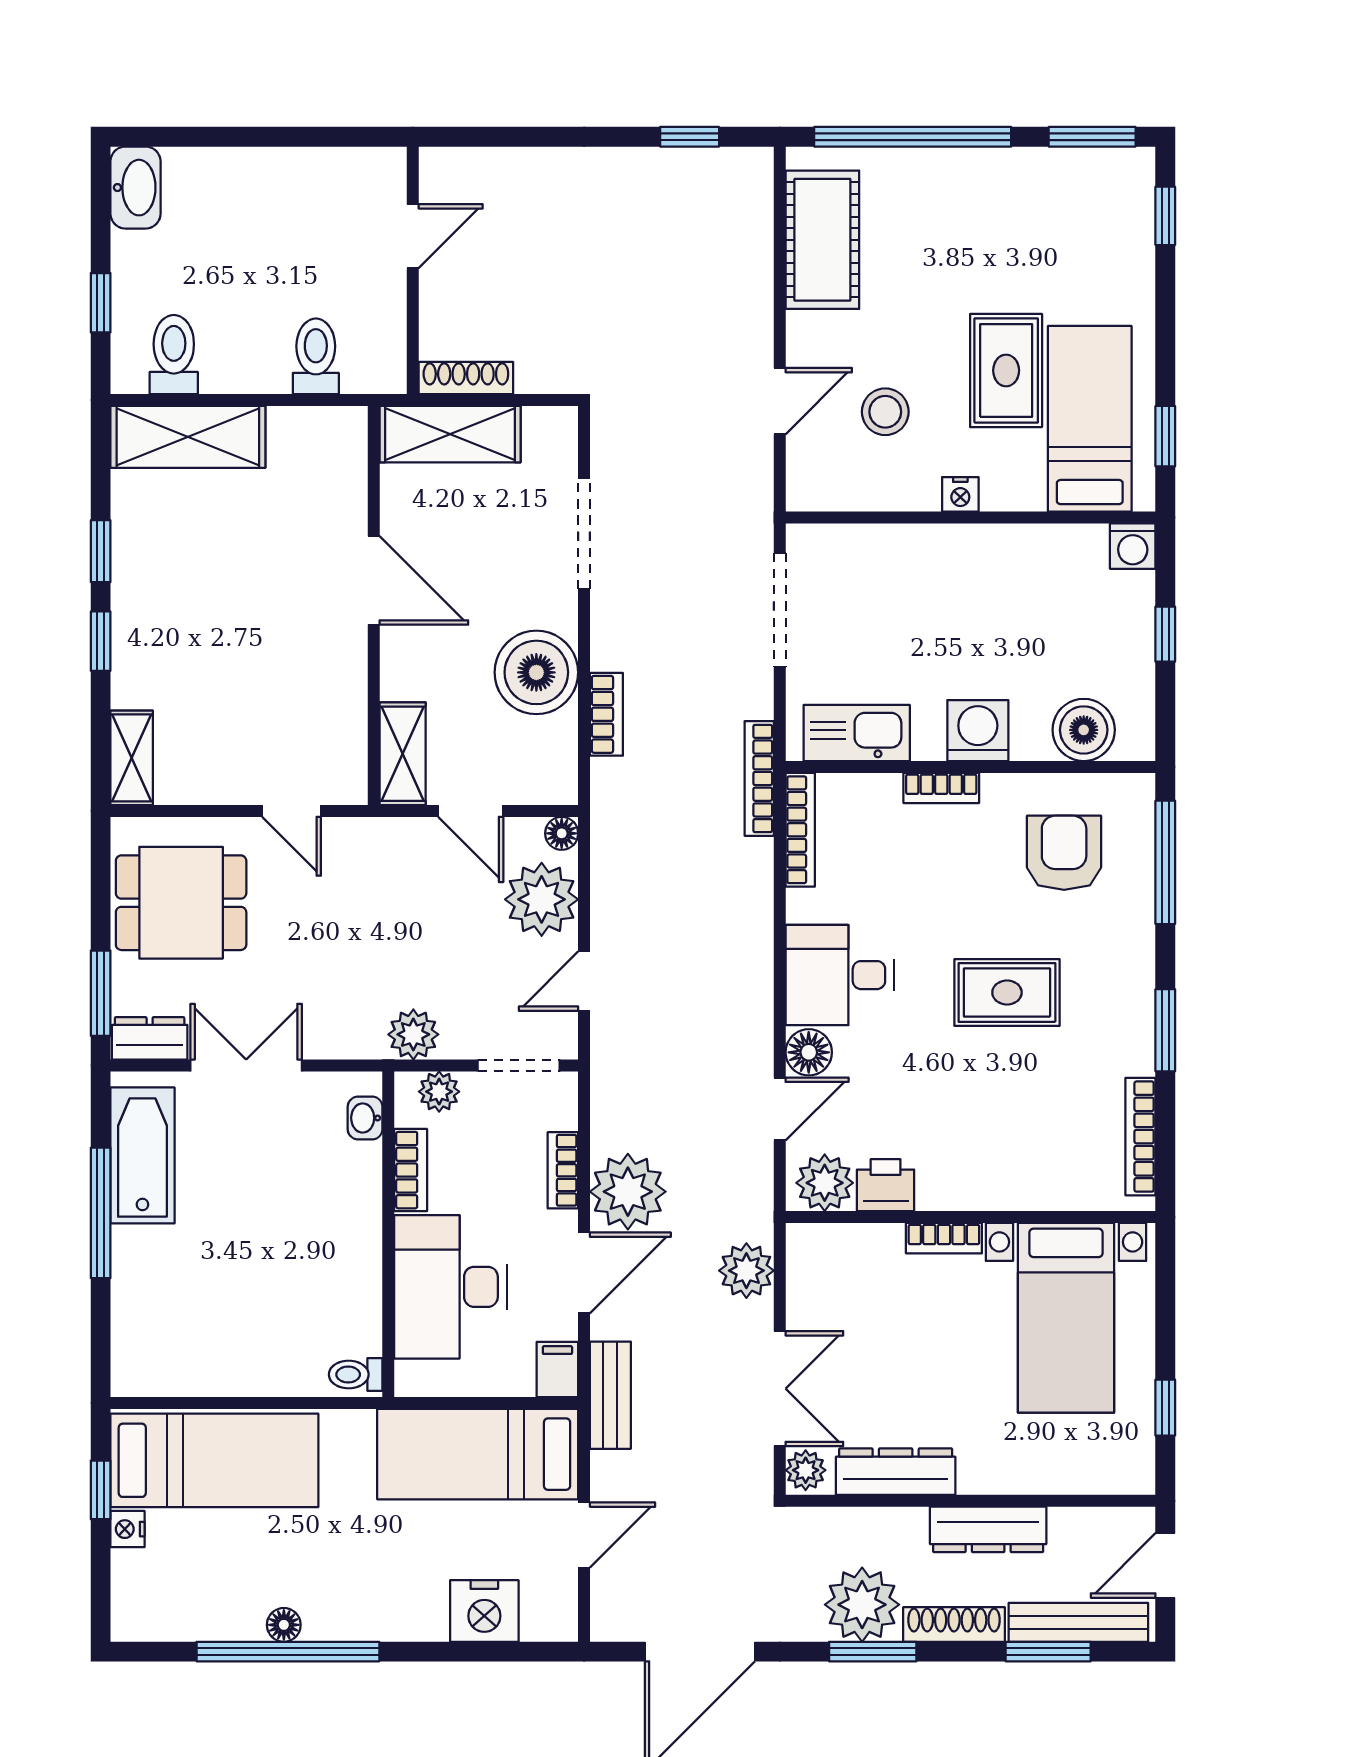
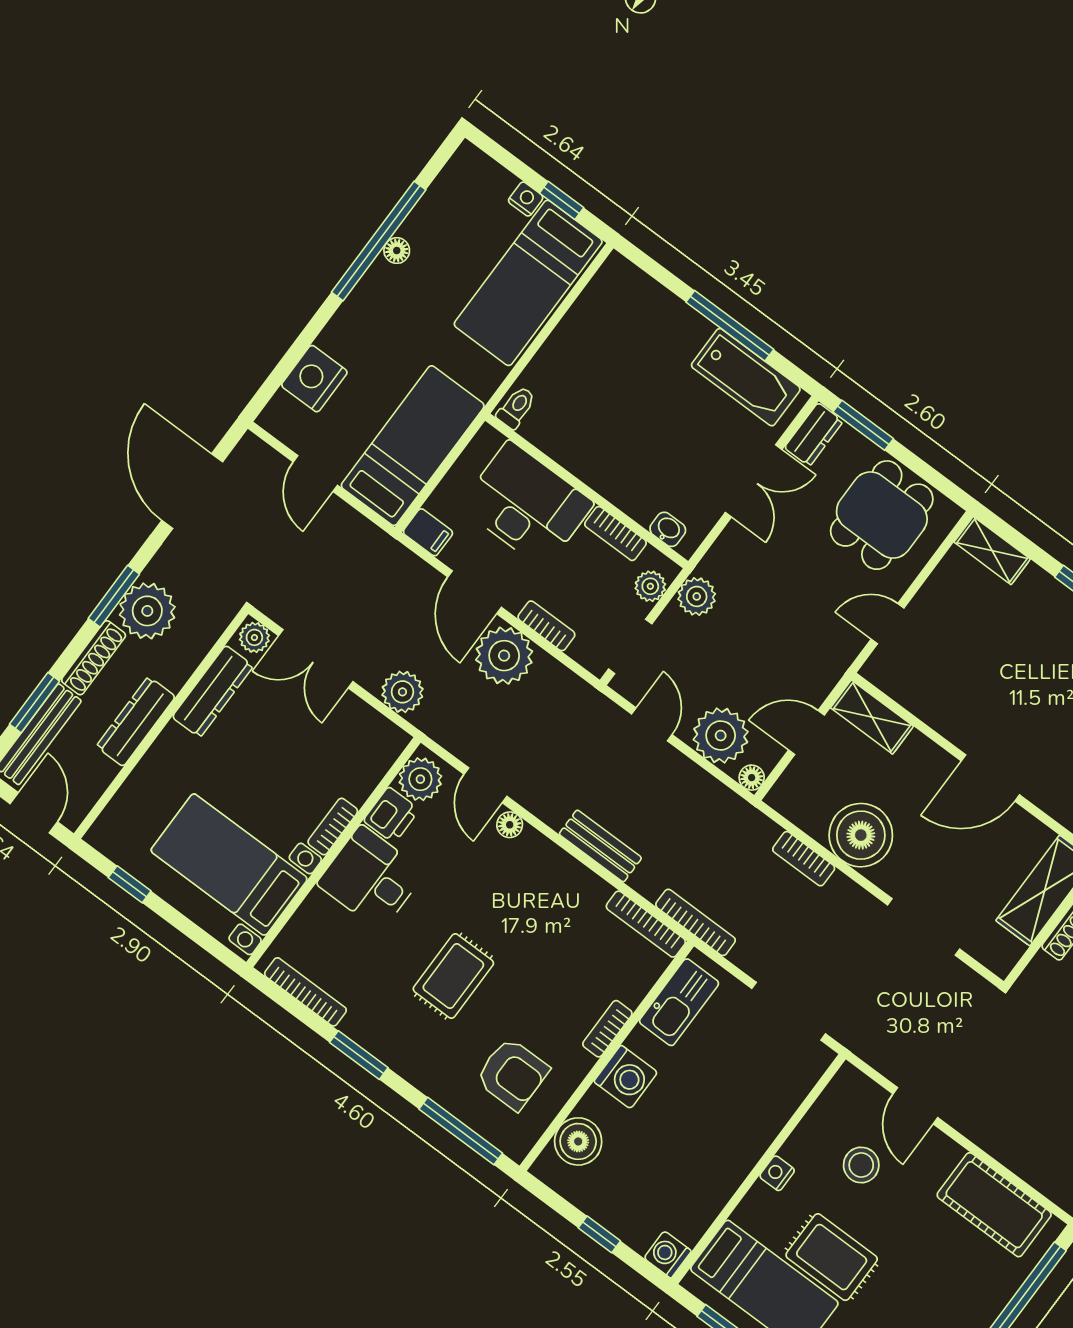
desk: (840, 975) -> (371, 878), moved, turned -90
floor lamp: (809, 1052) -> (510, 825), width x0.73, depth x0.73
bench: (610, 1395) -> (600, 846), moved

